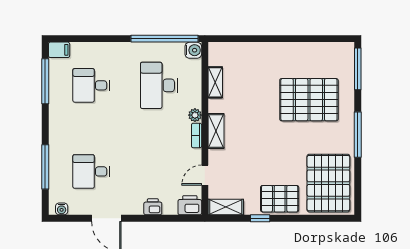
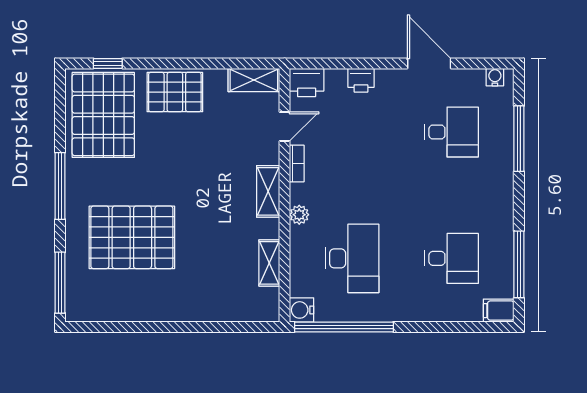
bookcase: (197, 135) -> (297, 163), moved
window: (260, 218) -> (108, 63), moved

